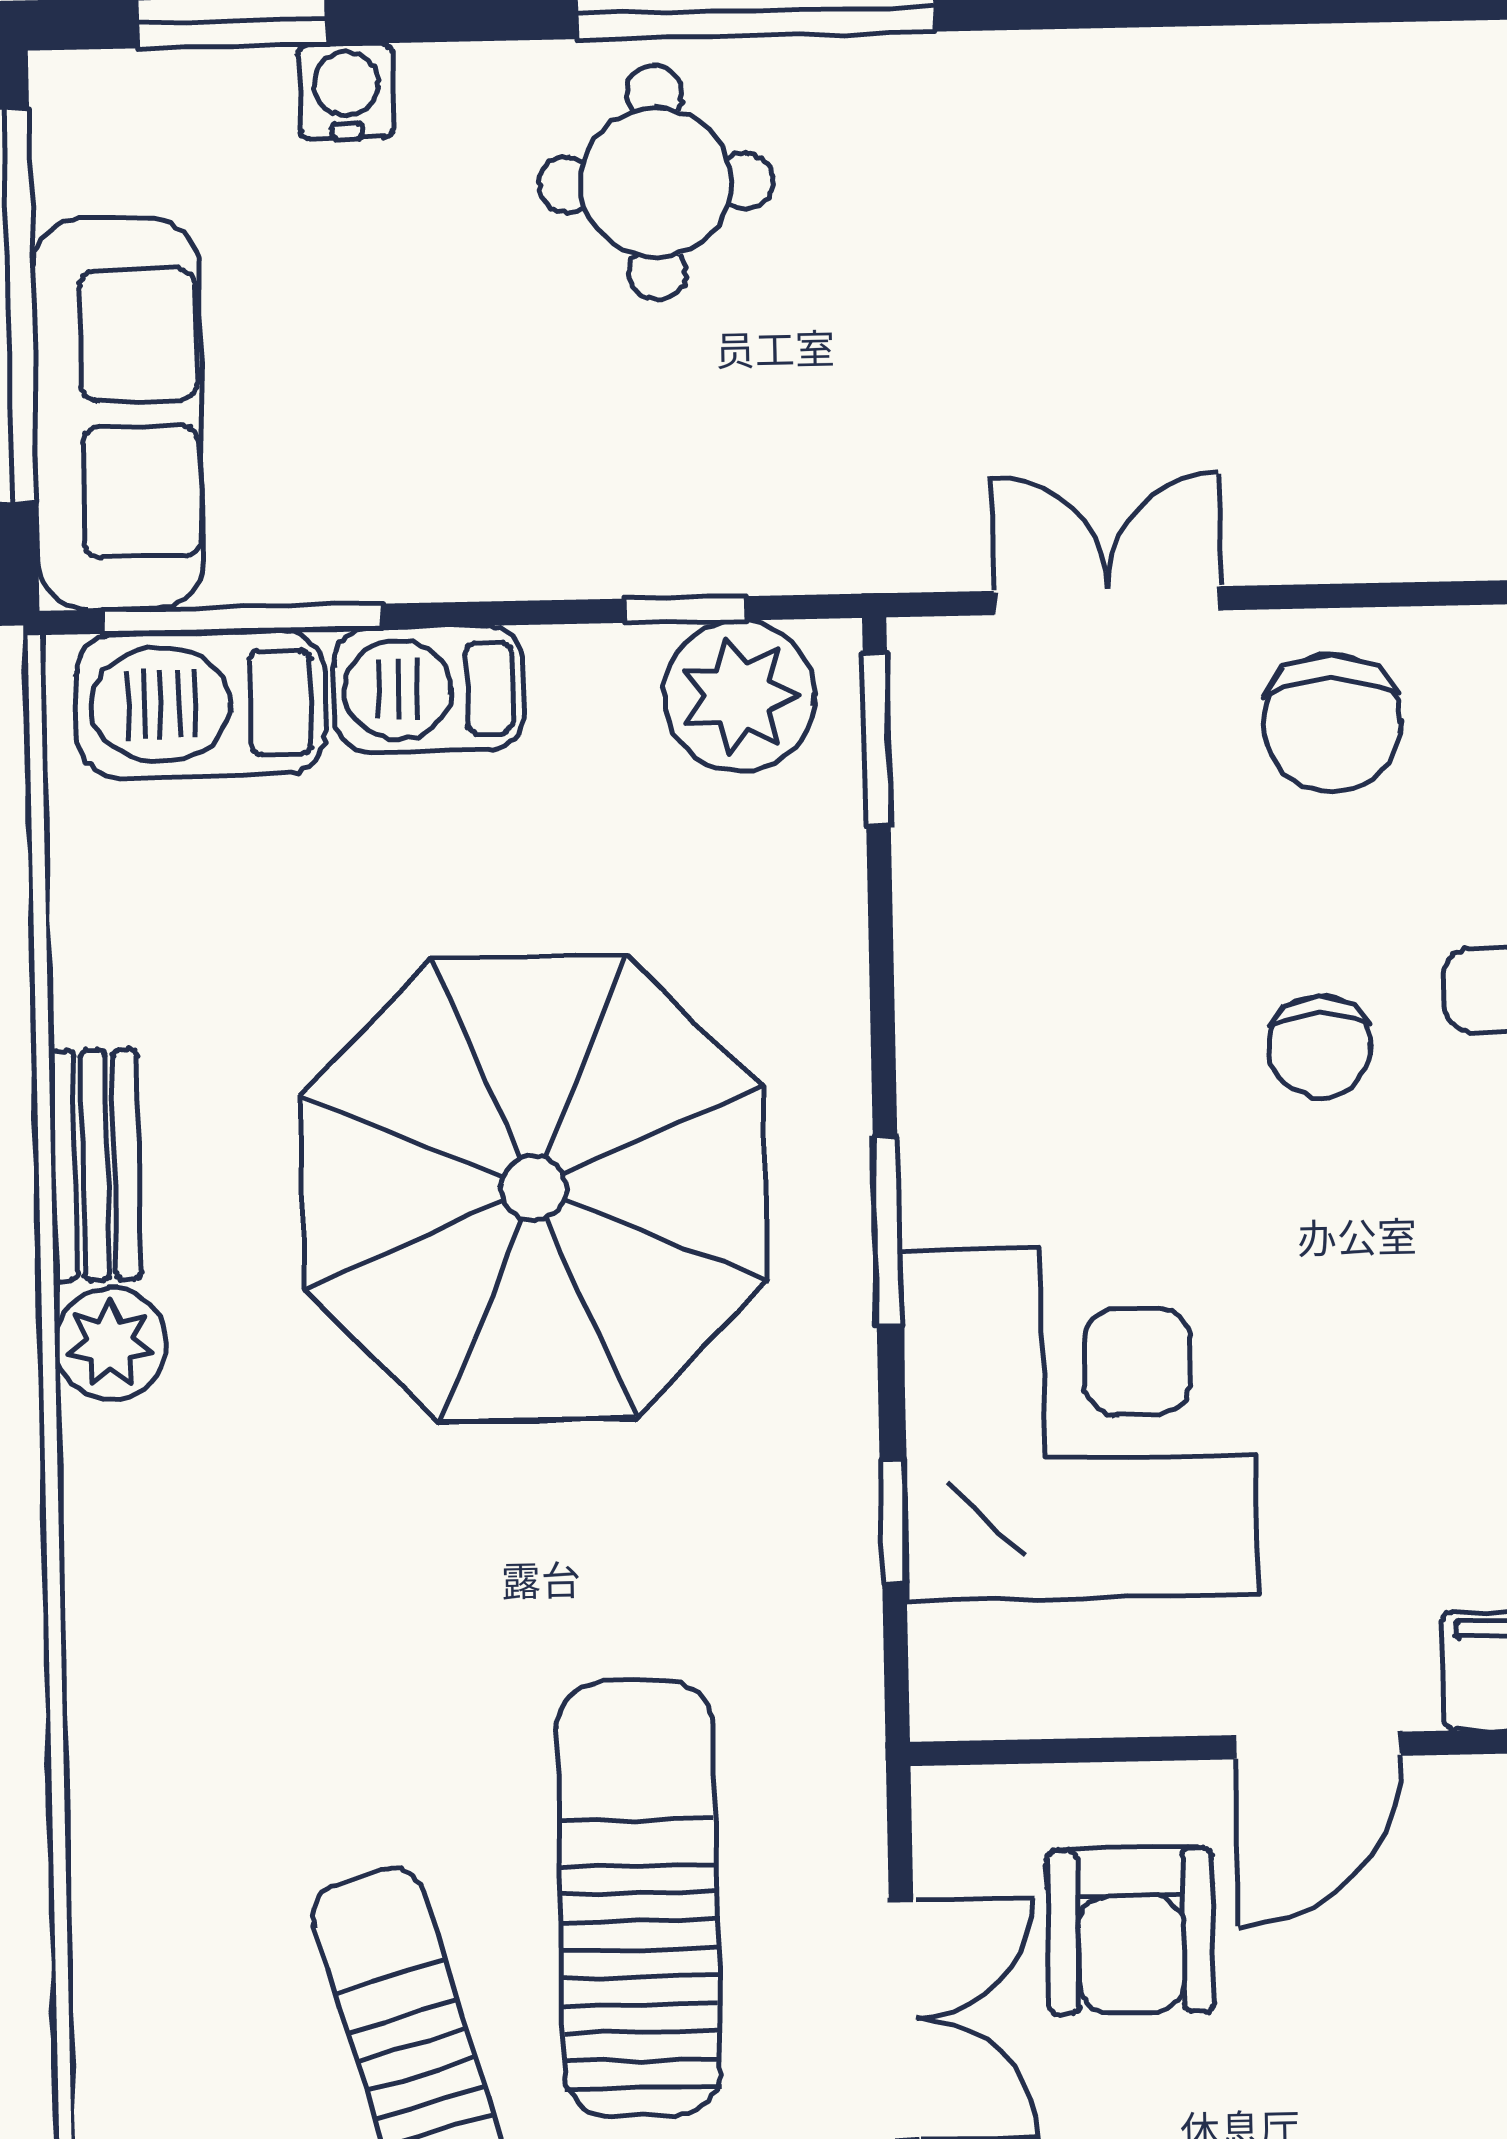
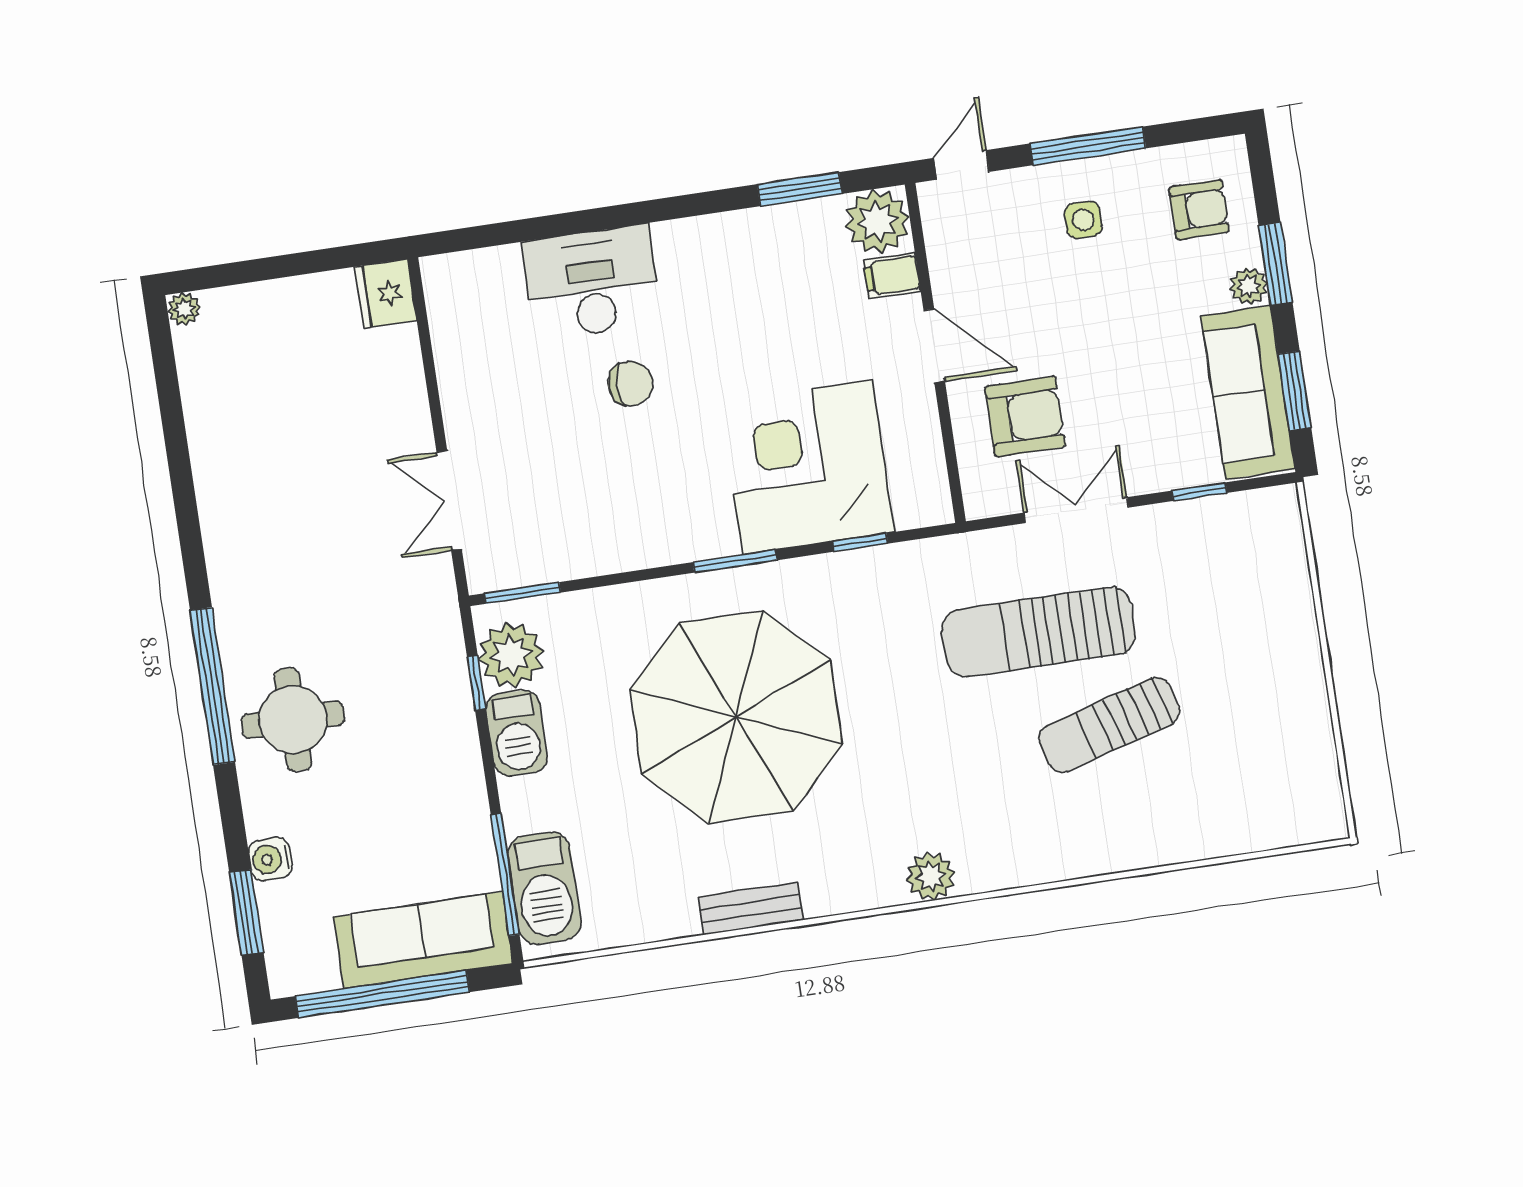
barbecue: (428, 689) -> (517, 733), moved
chair: (1332, 723) -> (490, 396), removed
plant: (110, 1344) -> (931, 876), moved

